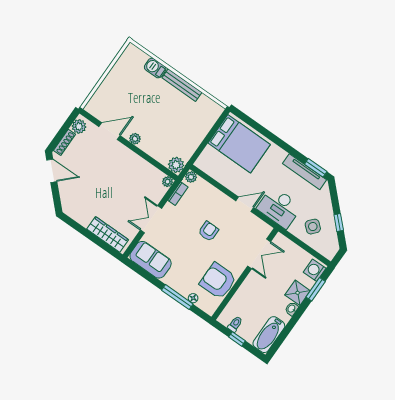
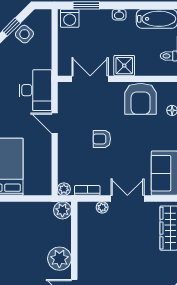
plant: (135, 139) -> (59, 259), width x1.88, depth x1.88
plant: (168, 182) -> (102, 207), moved
double door: (151, 219) -> (127, 198), swing flipped
side table: (313, 227) -> (24, 34), moved
shower: (298, 293) -> (124, 66), moved

